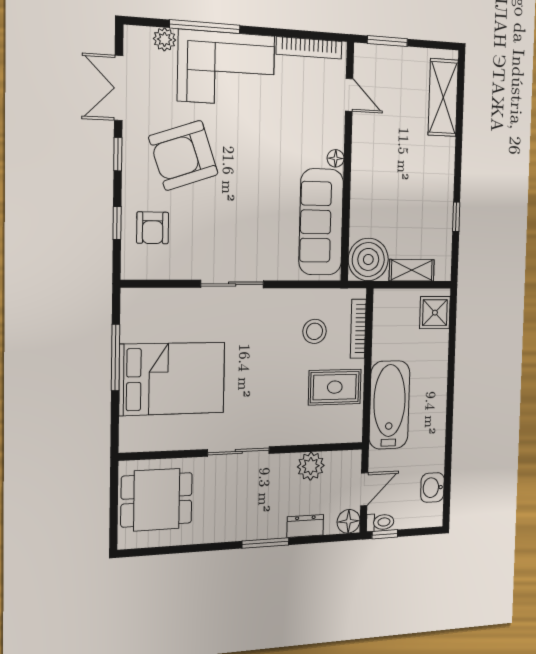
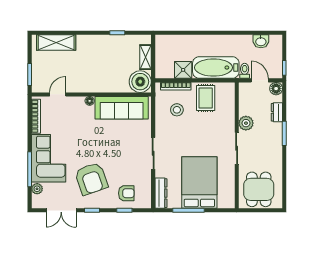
dresser: (152, 300) -> (161, 193), added
shower: (435, 313) -> (183, 70), moved
plant: (311, 466) -> (246, 123), moved
toilet: (380, 522) -> (245, 71), moved

